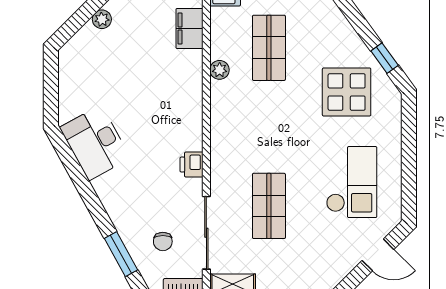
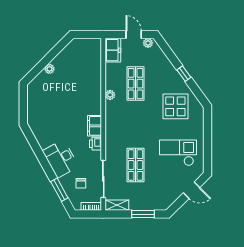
filing cabinet: (189, 28) -> (95, 126), moved
window: (385, 58) -> (184, 74), moved
desk: (95, 143) -> (60, 159), moved
checkout: (352, 182) -> (178, 153), turned -90

